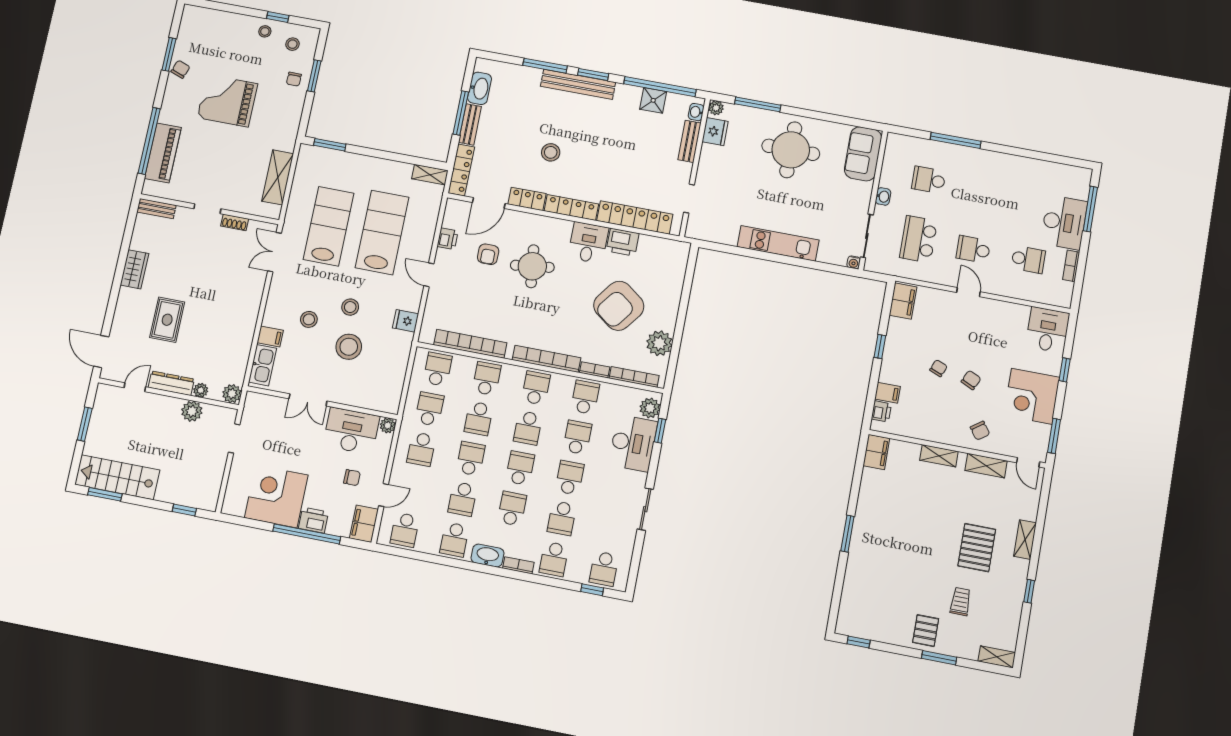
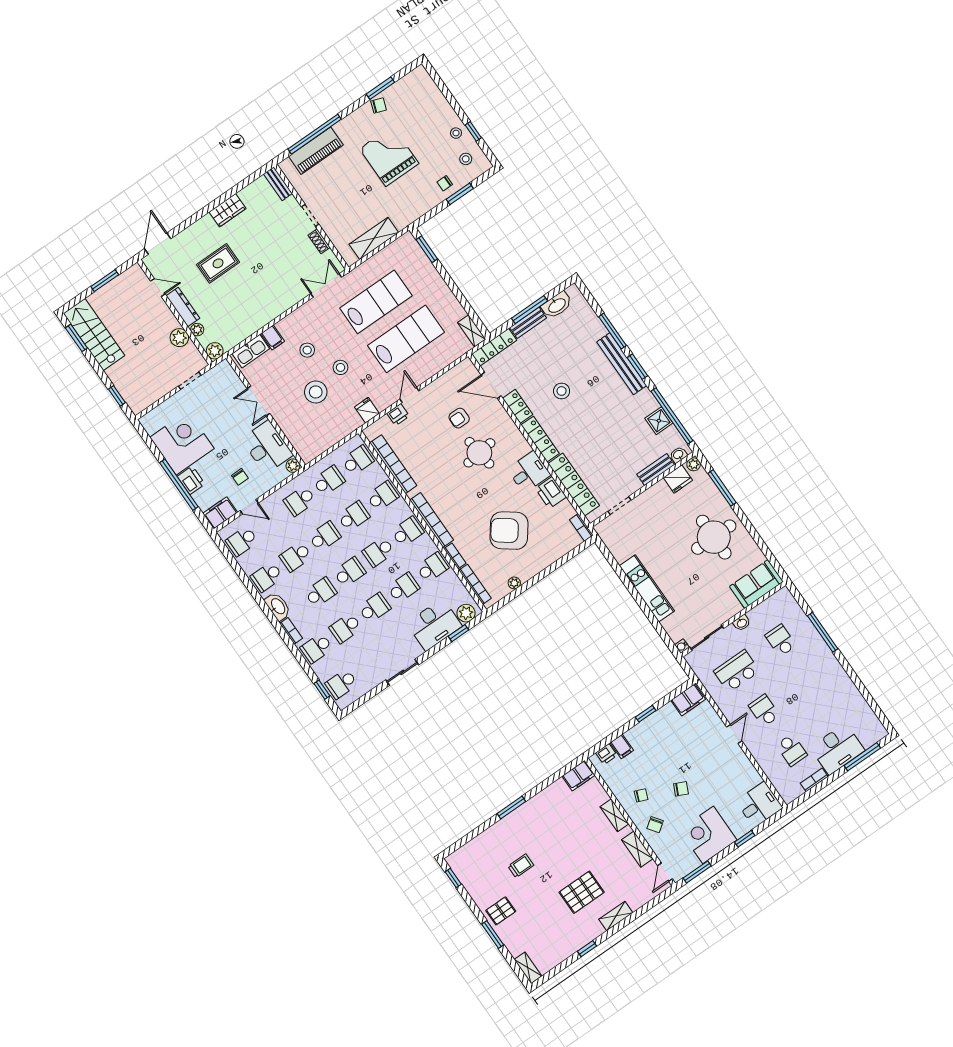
printer: (448, 239) -> (398, 415), moved
bookcase: (675, 246) -> (581, 527), added
plant: (659, 343) -> (514, 583), width x0.53, depth x0.53
chair: (938, 368) -> (641, 795), moved
school desk: (479, 418) -> (354, 516), turned 180
trolley: (961, 602) -> (521, 866), moved

